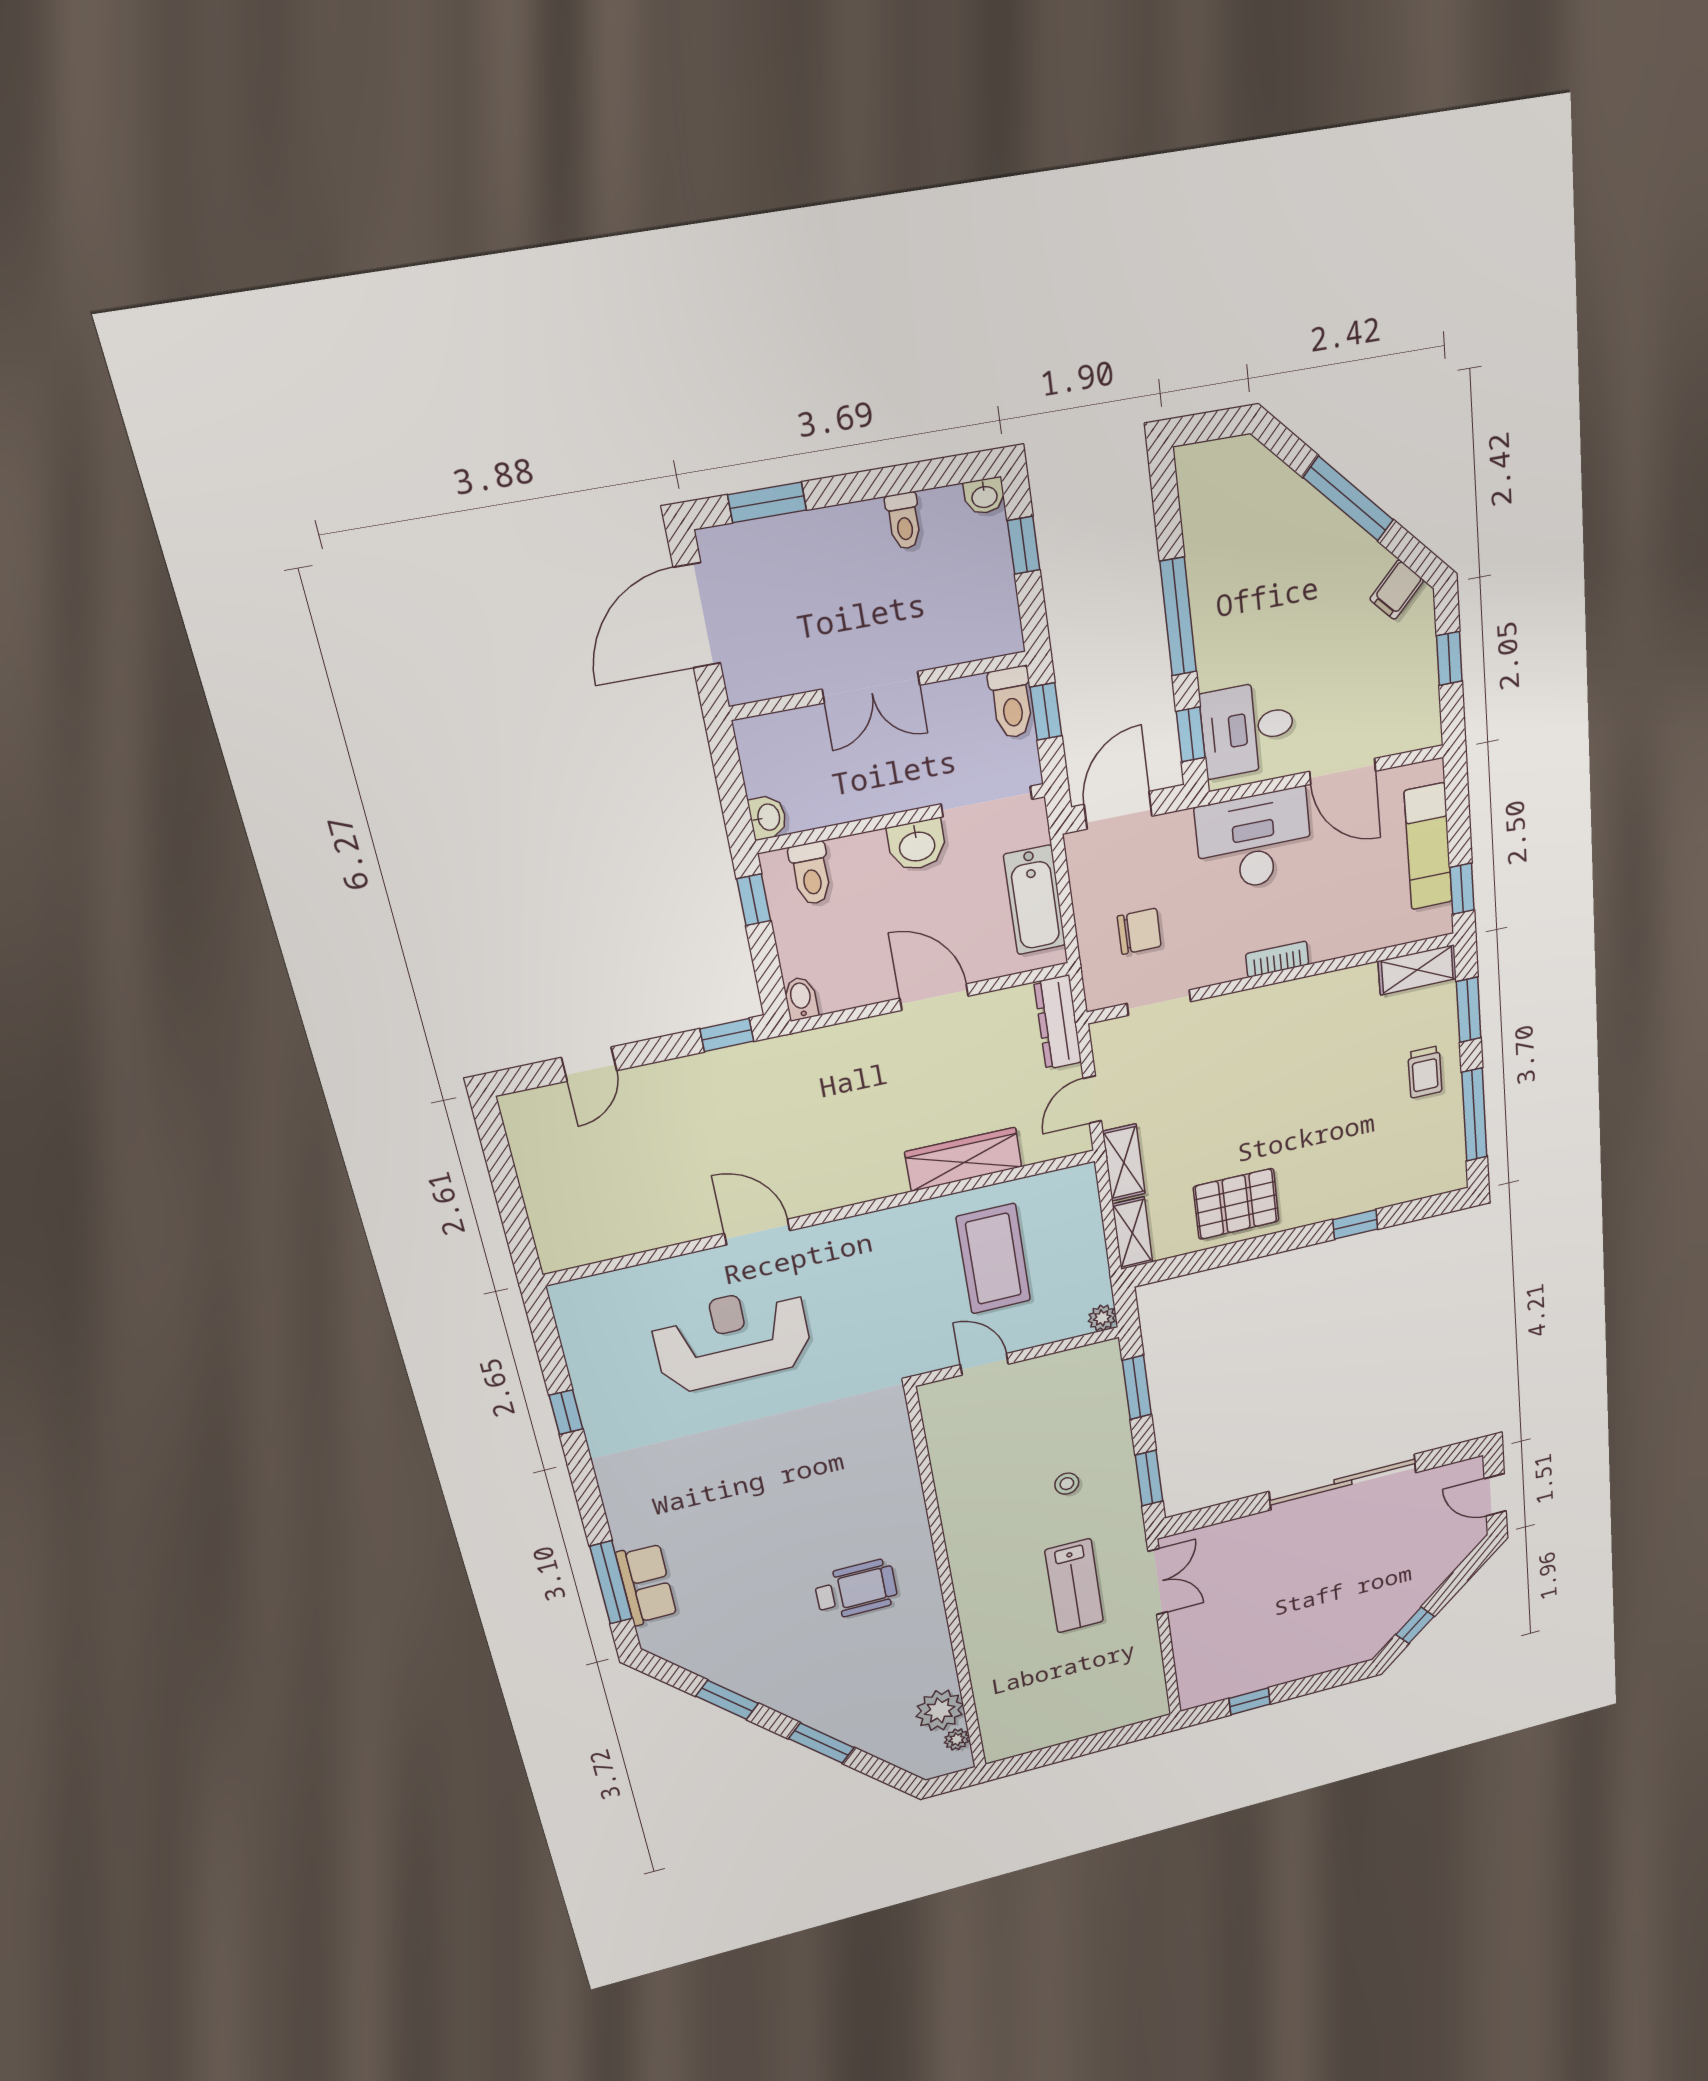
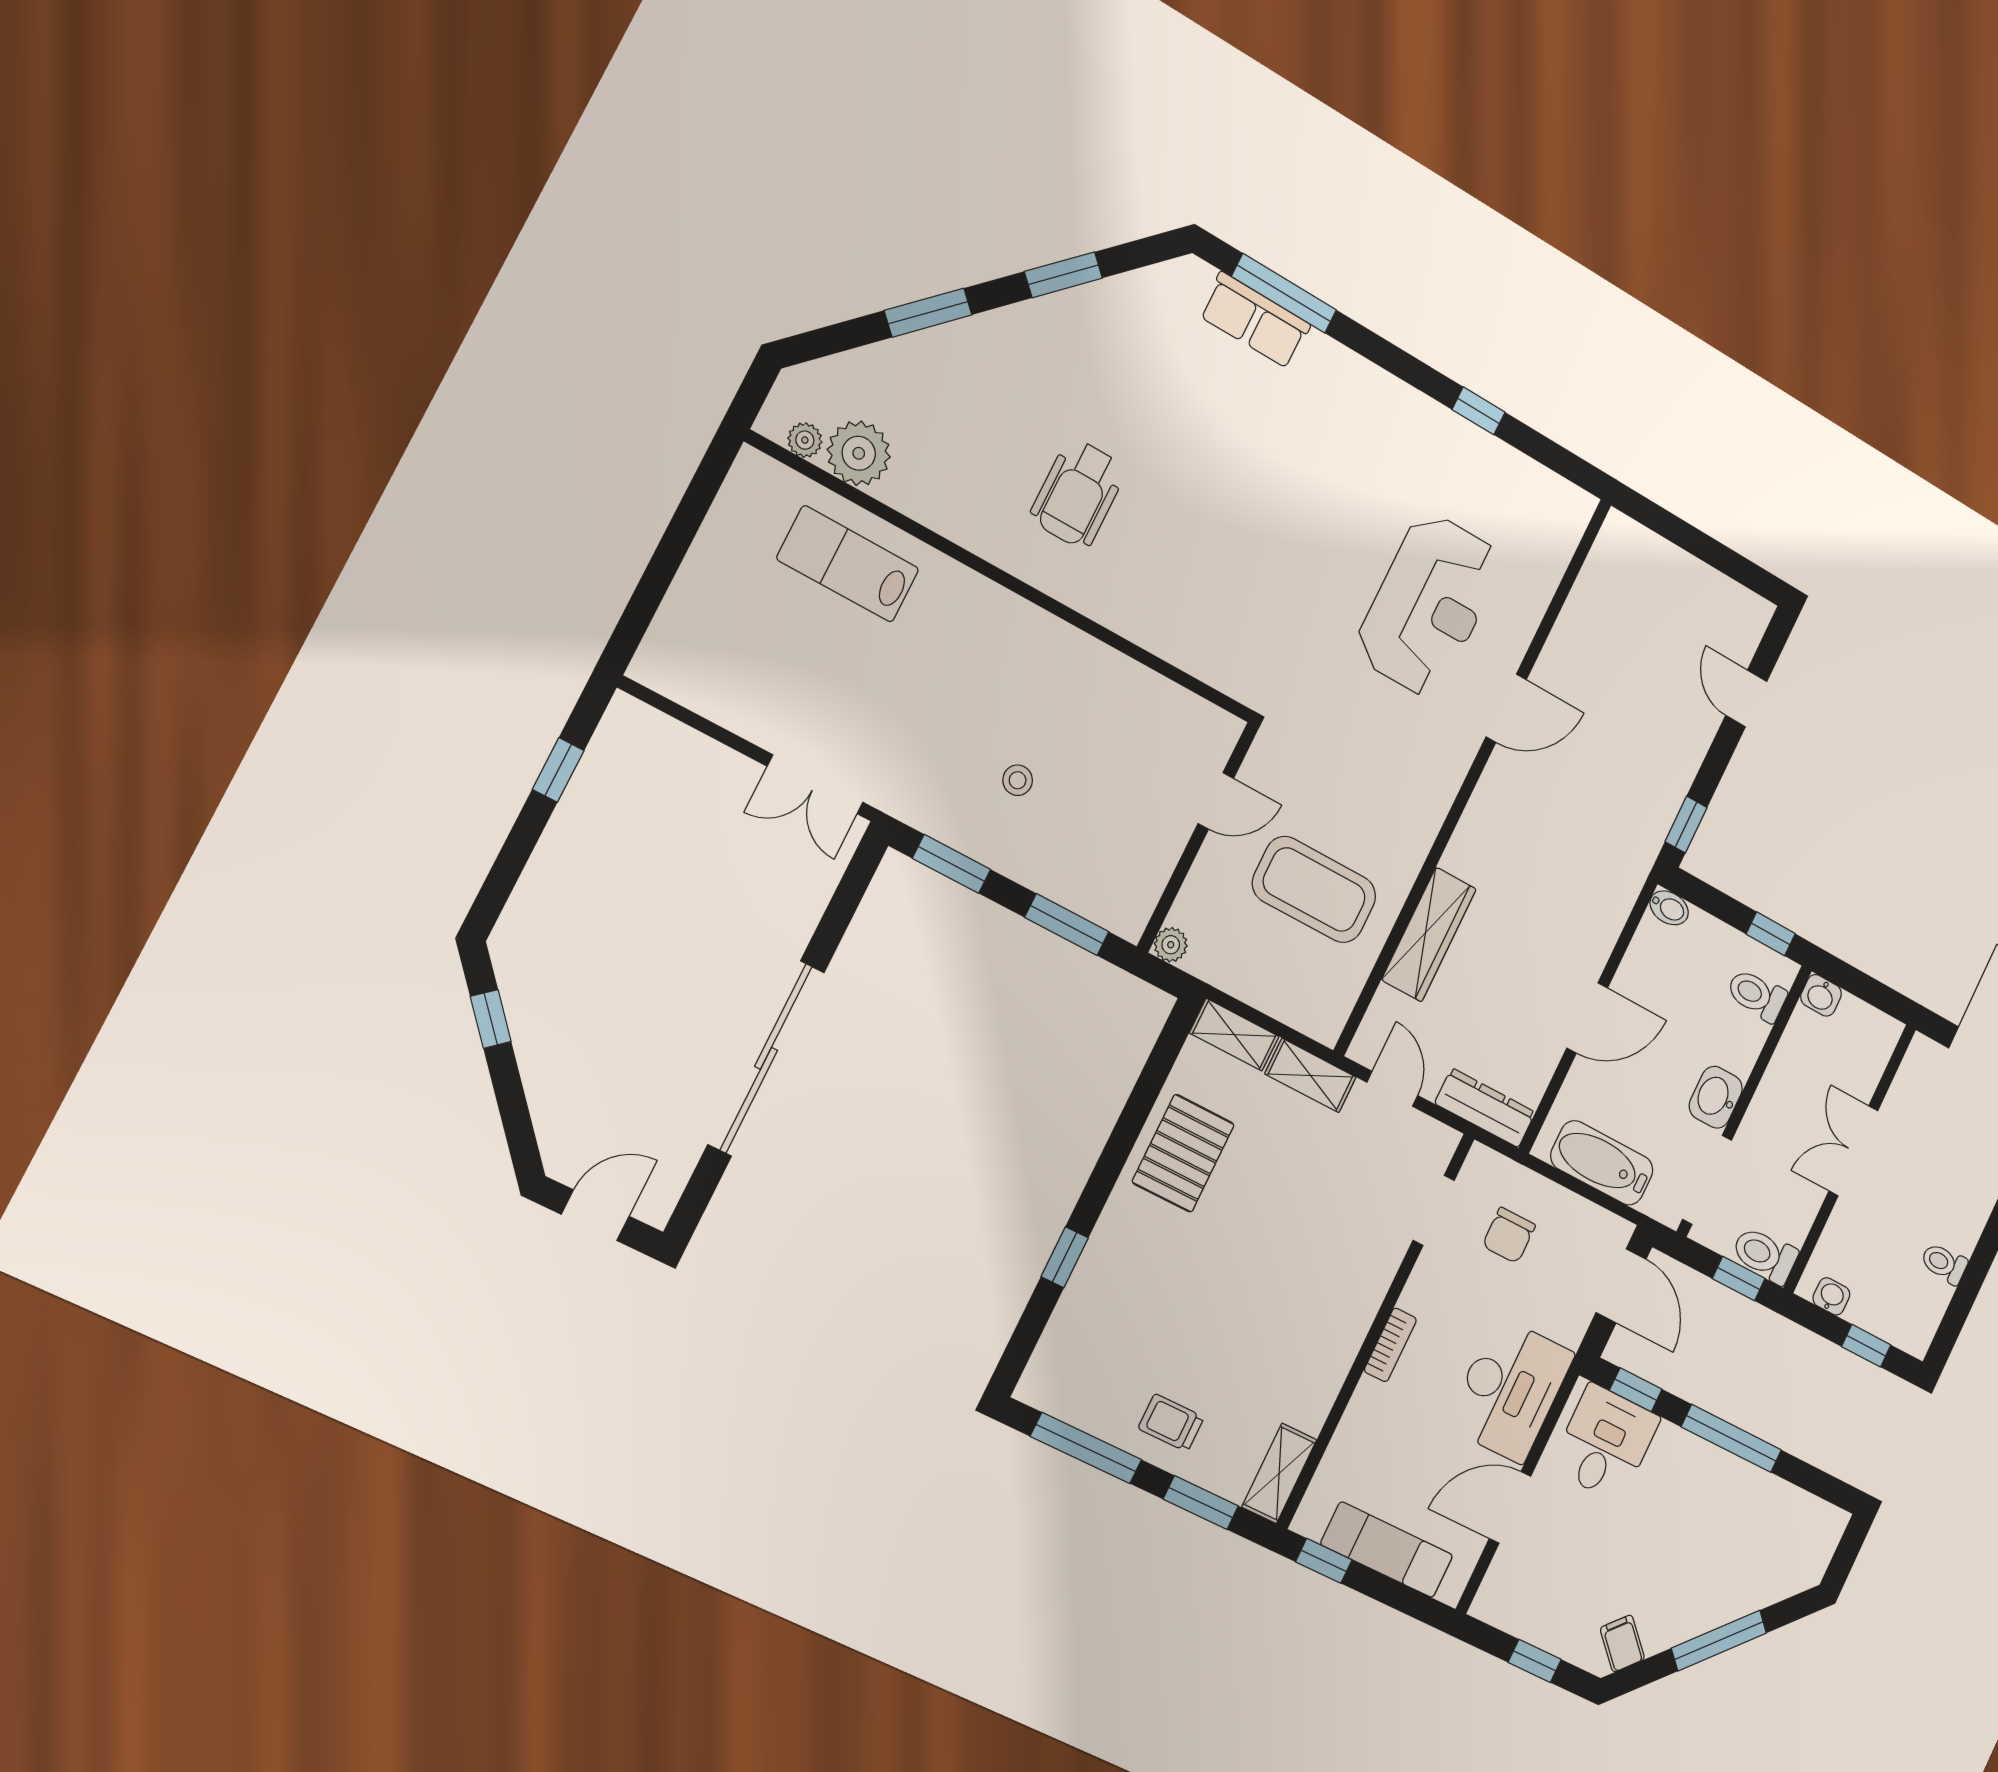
washbasin: (984, 496) -> (1831, 1296), moved, turned 90
lab bench: (1074, 1586) -> (848, 564), moved

